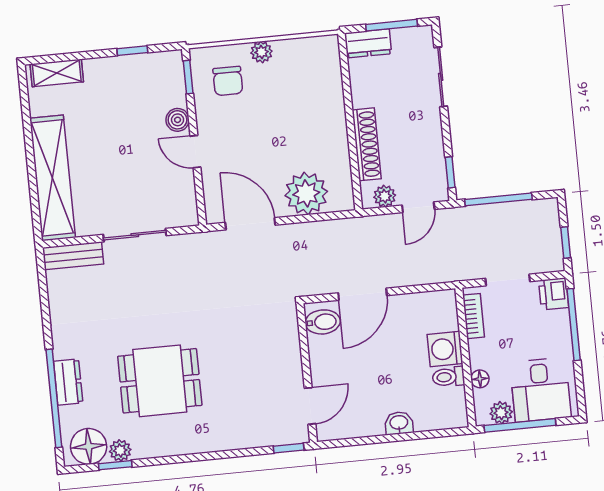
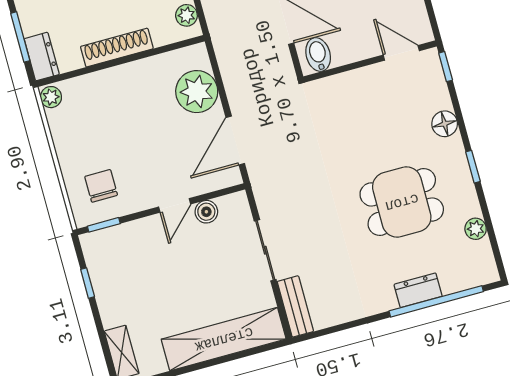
plant: (261, 52) -> (51, 97), moved
chair: (228, 81) -> (101, 186), turned -90
boiler: (178, 120) -> (206, 212), moved
shoe rack: (367, 144) -> (117, 48), moved
dining table: (160, 381) -> (402, 202), turned 90
floor lamp: (89, 446) -> (445, 124), moved, width x0.73, depth x0.73
window: (115, 465) -> (473, 167), moved

